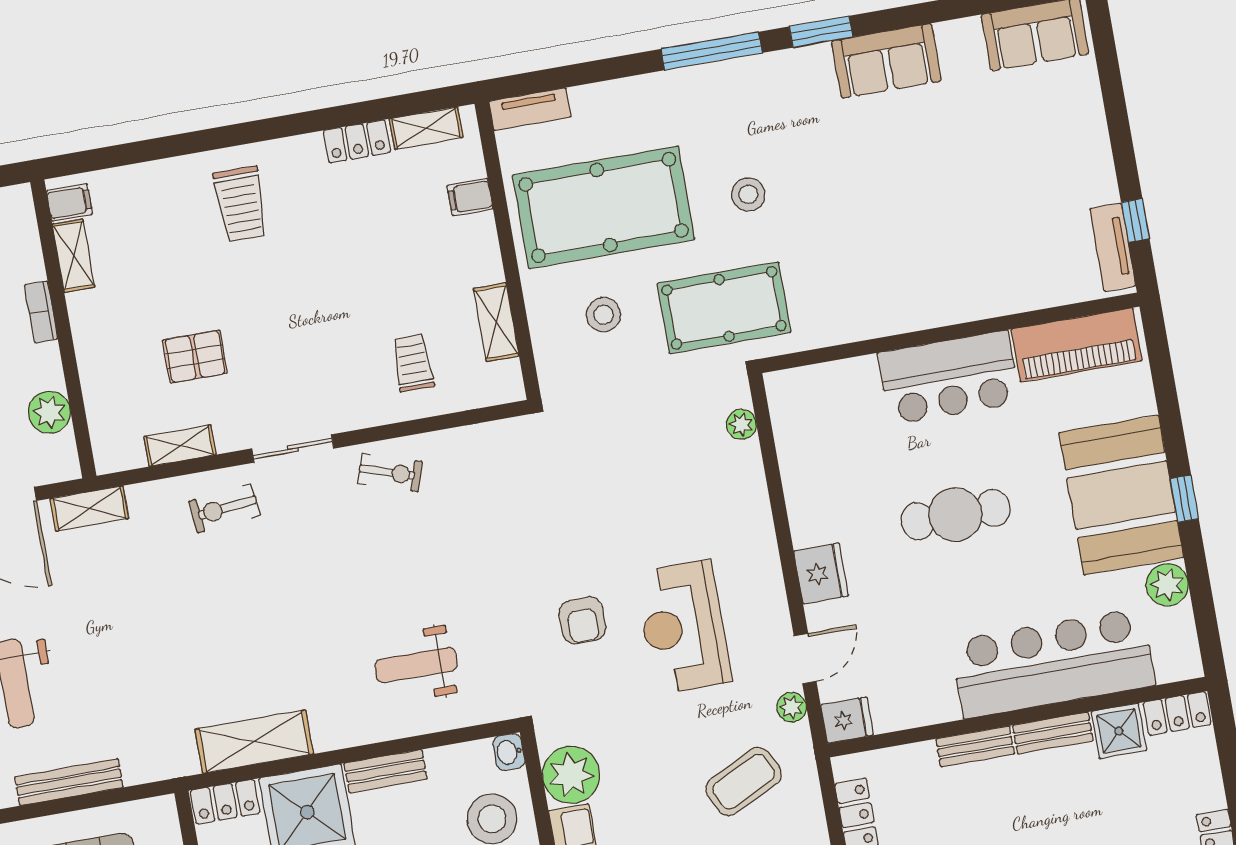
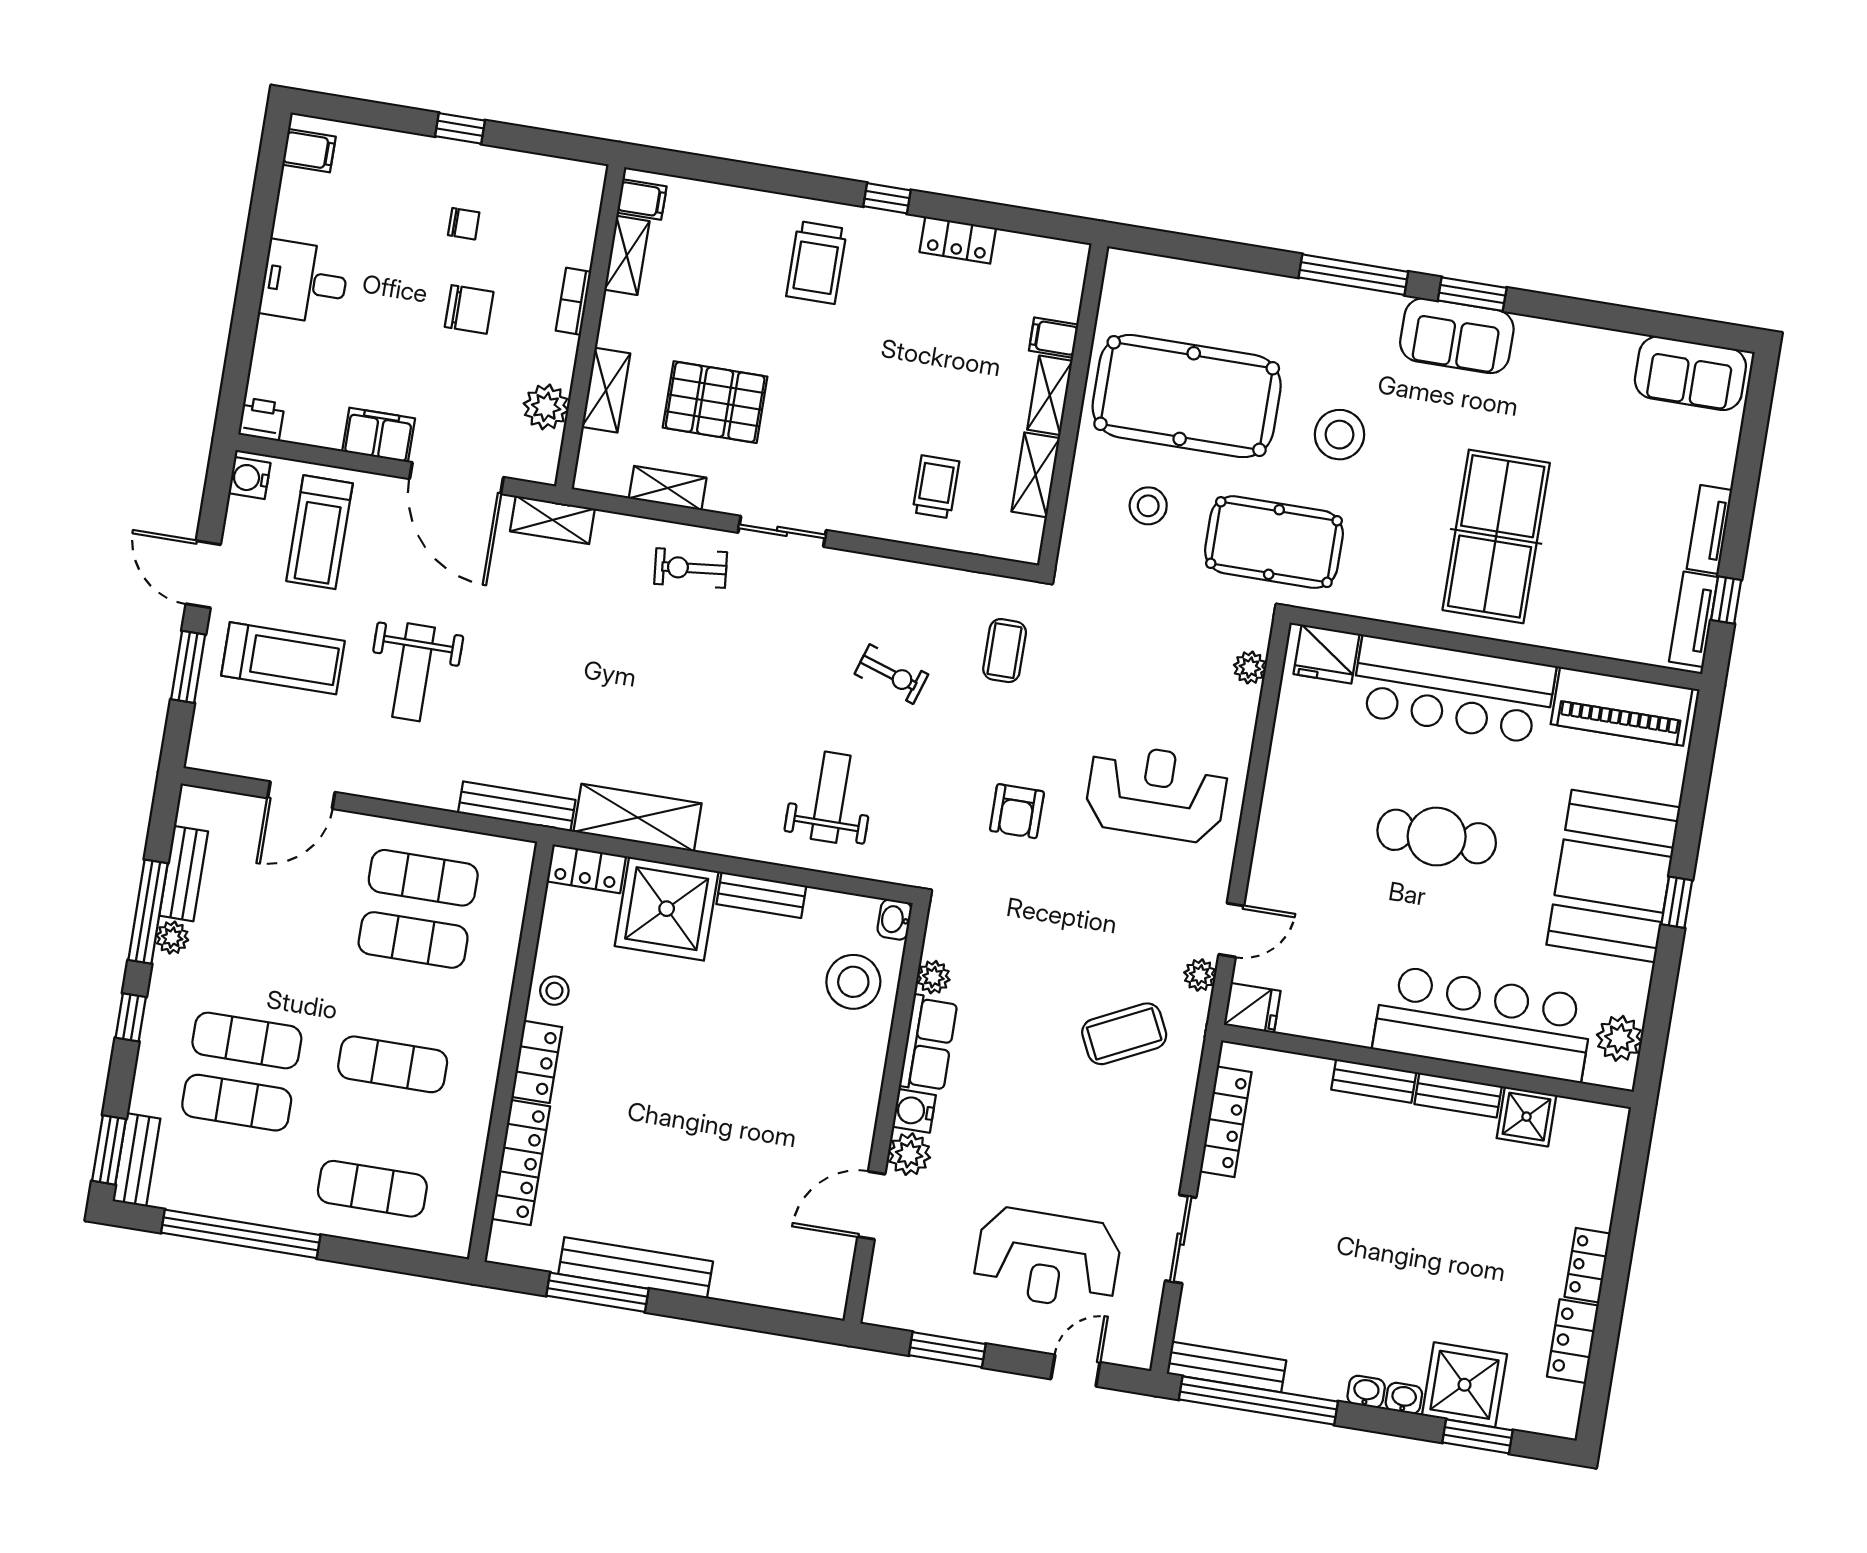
sofa: (886, 61) -> (1457, 336), moved
tv unit: (530, 109) -> (1709, 529), moved, turned 90
window: (283, 127) -> (887, 198), added
shelving: (426, 128) -> (1050, 395), moved, turned 90
stool: (748, 194) -> (1340, 435), width x1.38, depth x1.38
table tennis table: (916, 235) -> (1496, 536), added
pallet: (195, 356) -> (715, 402), width x1.50, depth x1.42
bar counter: (949, 378) -> (1453, 690), width x1.36
shelving: (96, 379) -> (606, 390), added
exercise bike: (390, 472) -> (891, 674), moved
coffee table: (523, 484) -> (1005, 651), added
fridge: (821, 573) -> (1326, 654), moved, turned 90
plant: (1167, 585) -> (1619, 1038), moved
reception desk: (683, 627) -> (1156, 793), moved, turned 90
weight bench: (416, 665) -> (831, 797), turned 90
locker: (1177, 713) -> (1592, 1120), removed
plant: (571, 775) -> (933, 977), width x0.53, depth x0.53
bench: (69, 782) -> (517, 806), moved

